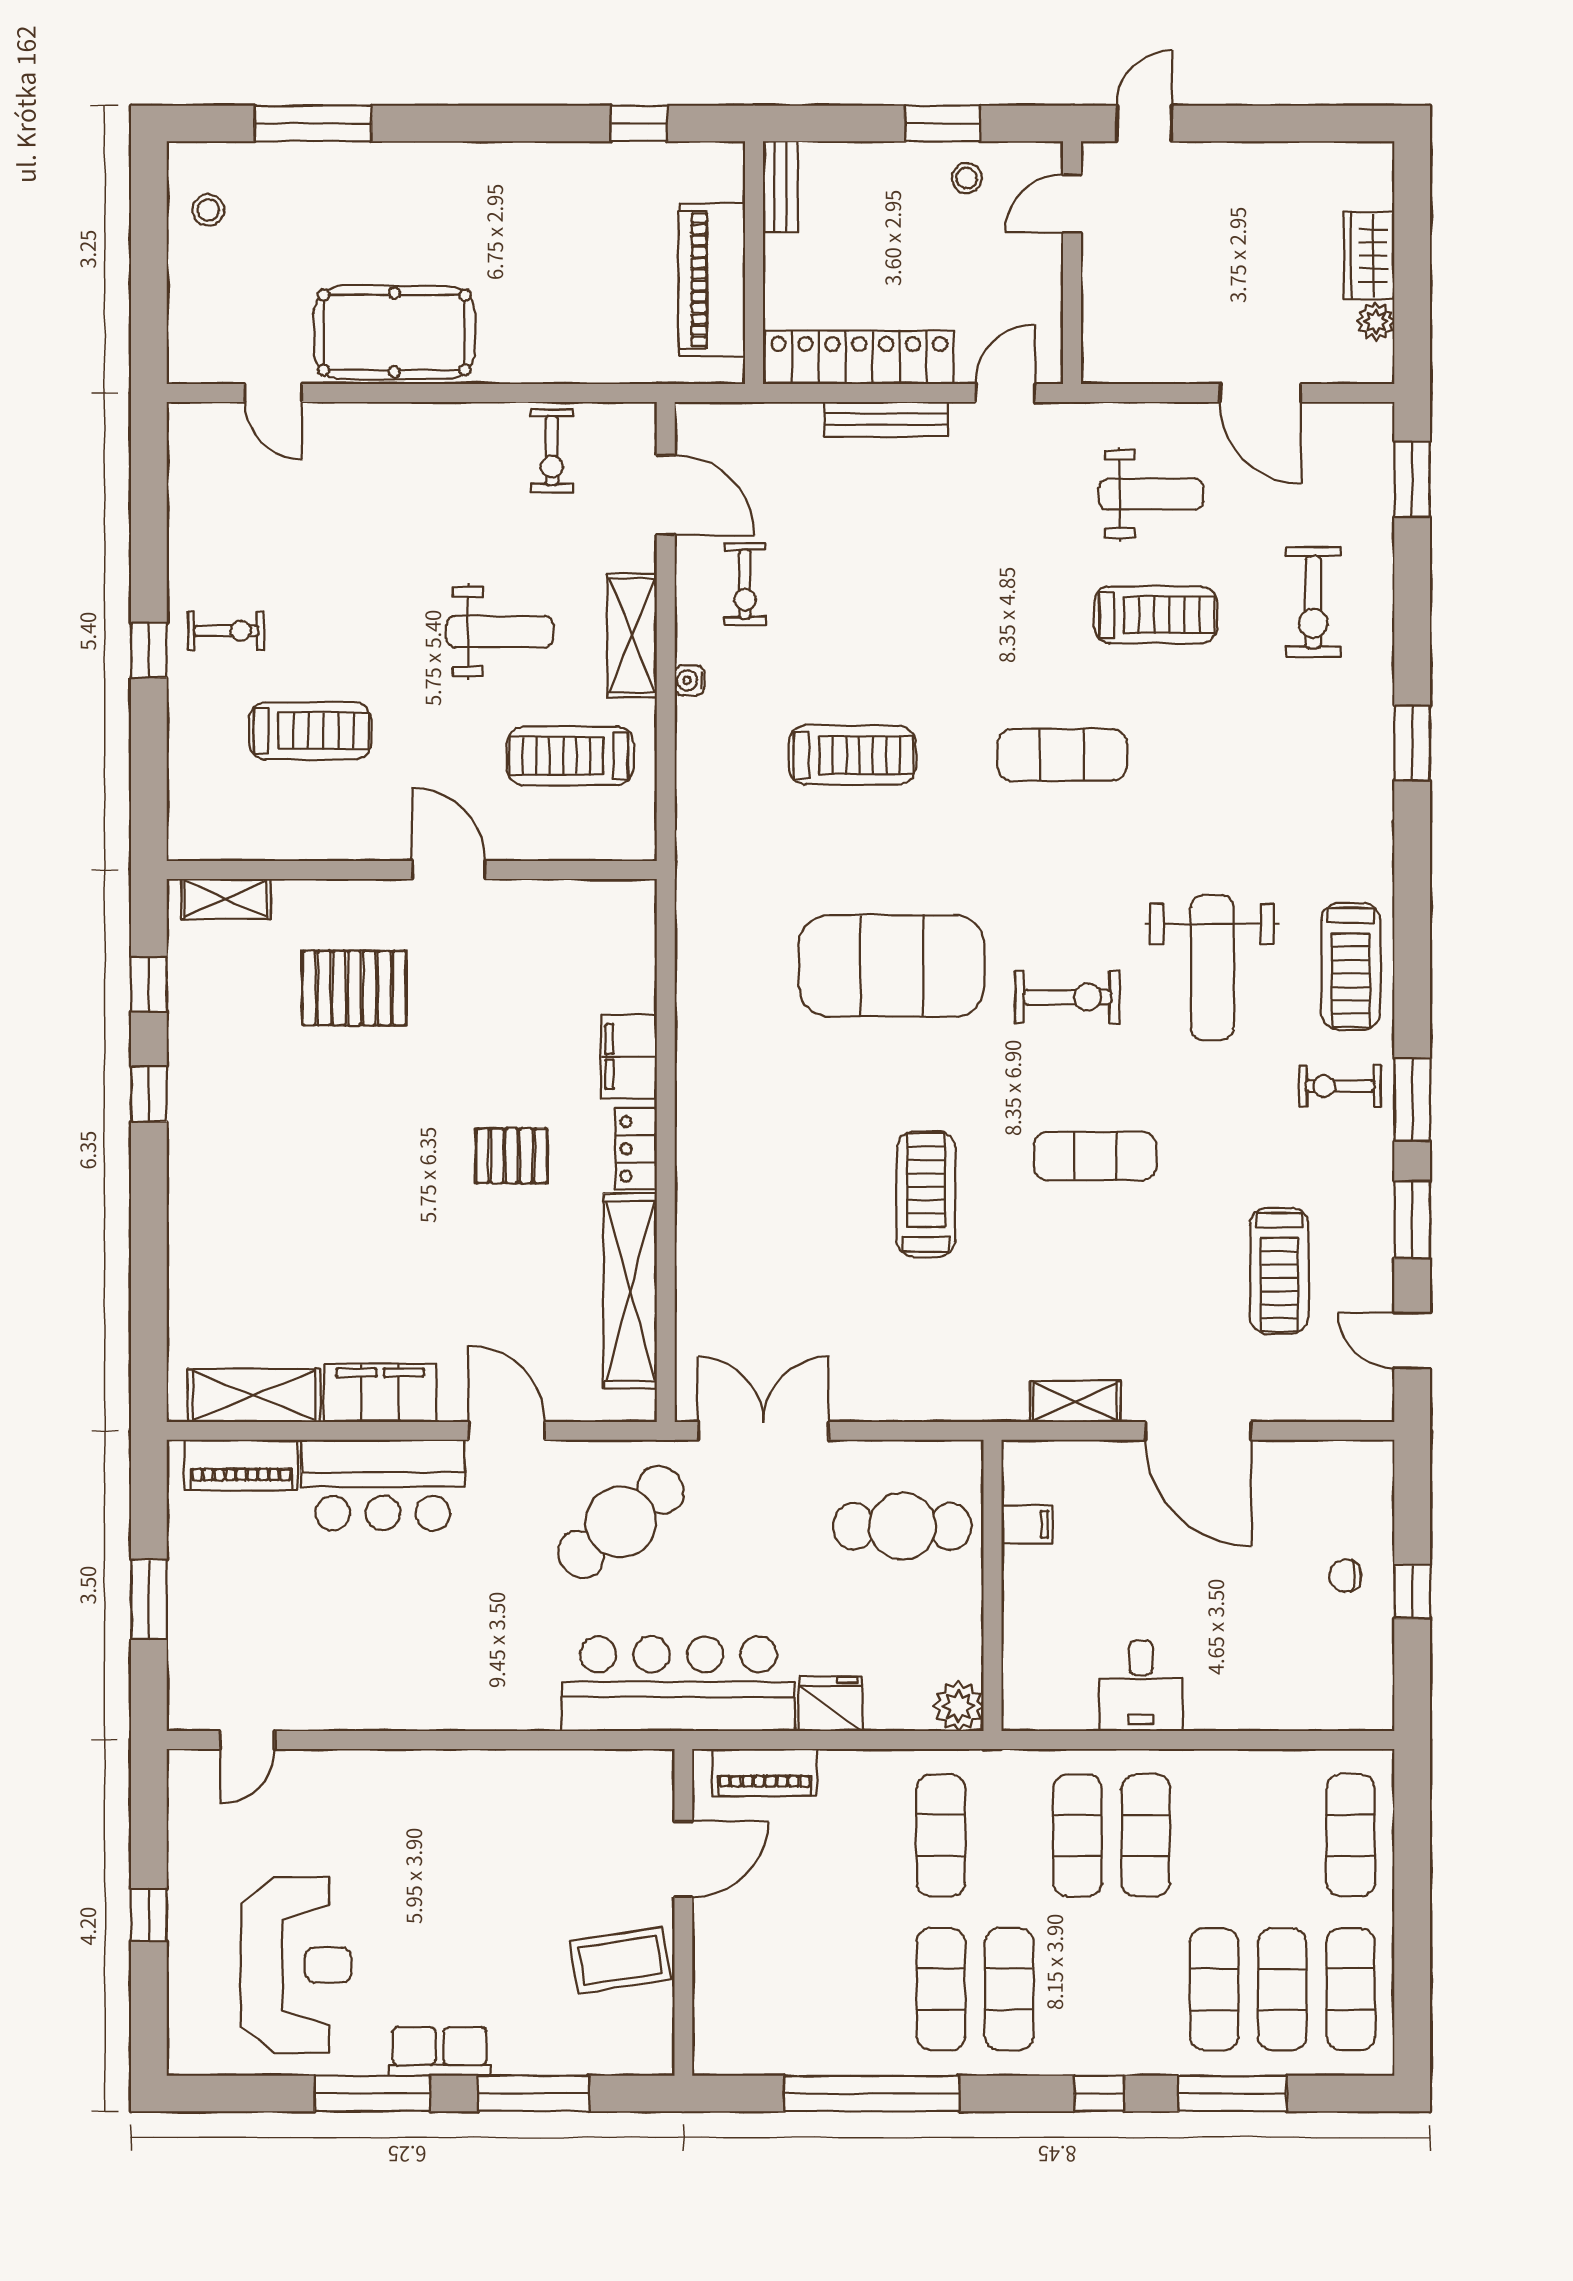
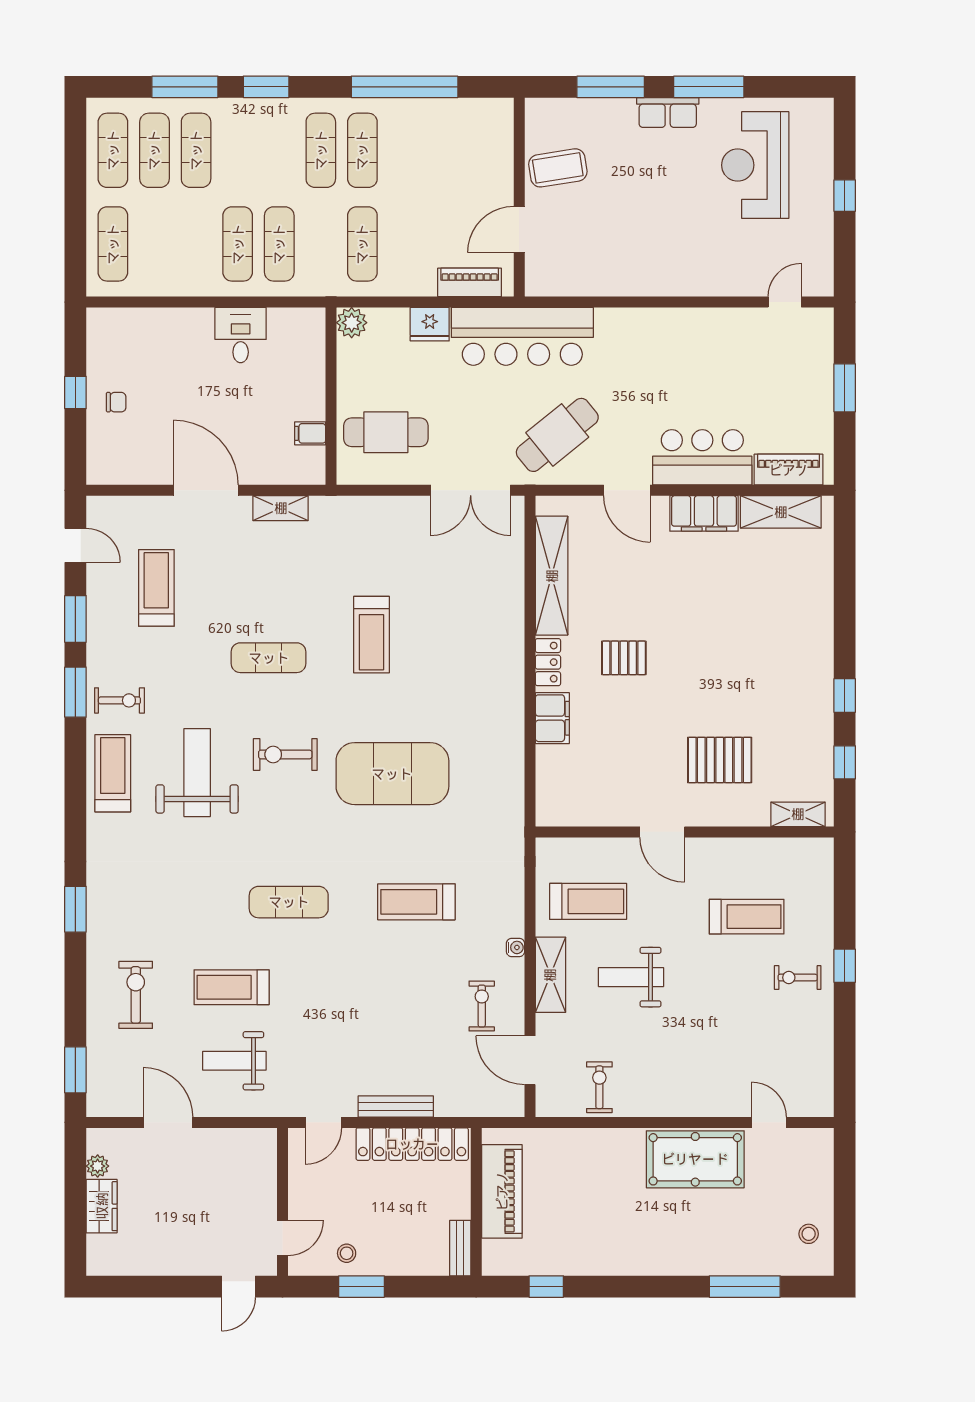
treadmill: (310, 731) -> (747, 917), turned 180
window: (1099, 2093) -> (266, 87), width x1.50

